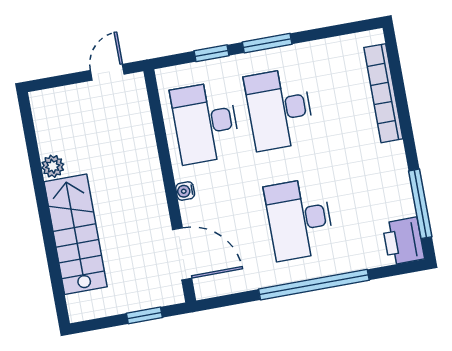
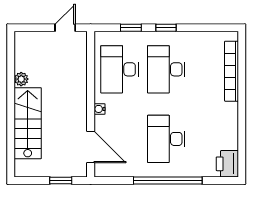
window: (267, 43) -> (166, 28), width x0.67
window: (420, 204) -> (242, 143), removed

